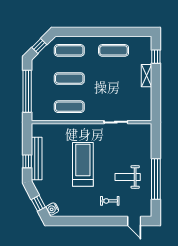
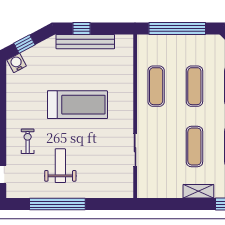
exercise mat: (114, 79) -> (194, 146), added

